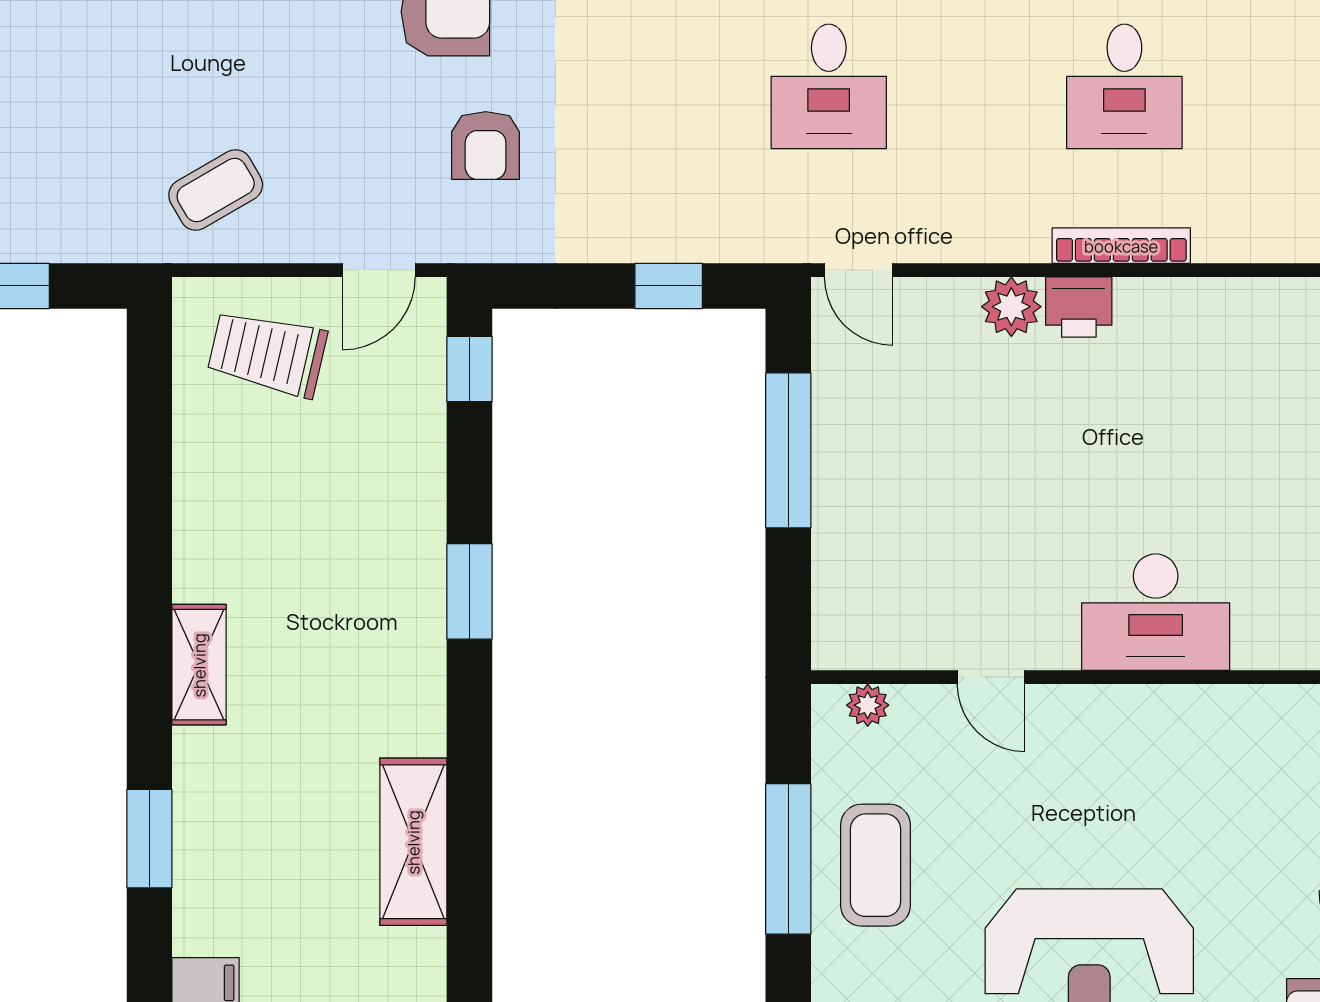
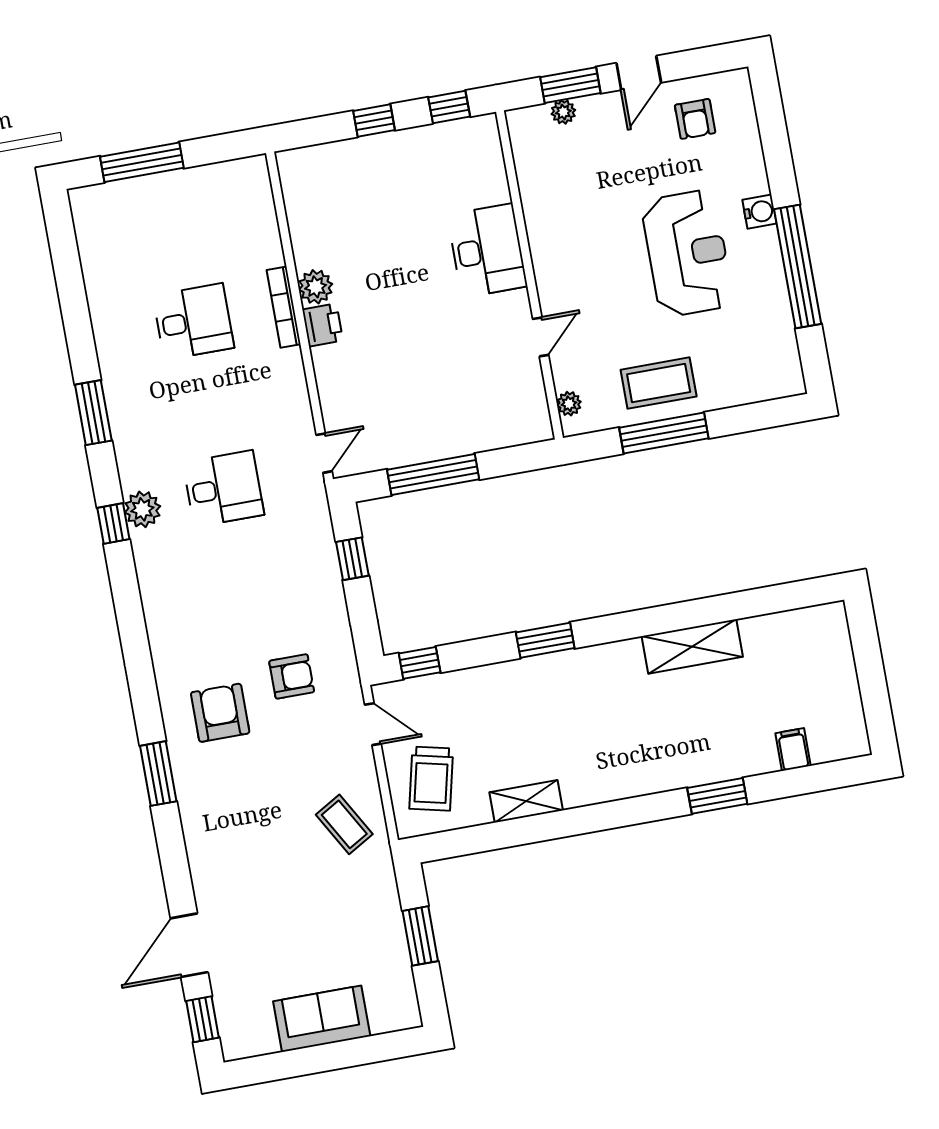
plant: (1011, 307) -> (316, 287), moved
shelving: (199, 665) -> (526, 801), moved

